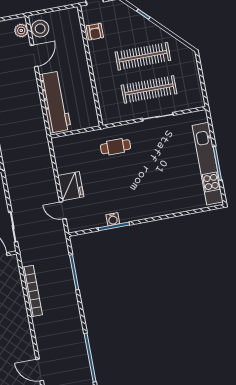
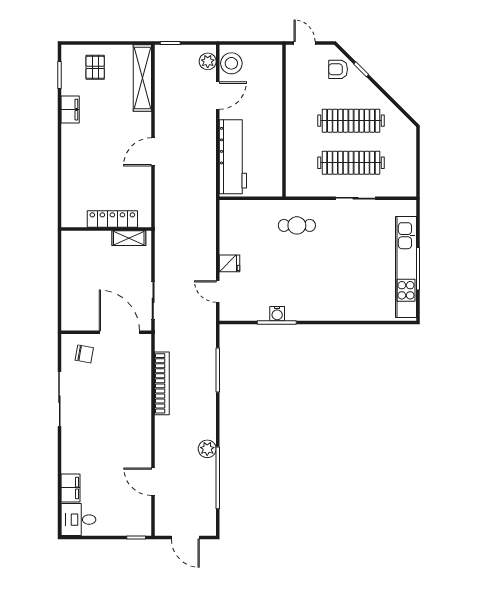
armchair: (95, 32) -> (338, 69), moved, turned 90
fridge: (71, 186) -> (230, 263), width x0.53, depth x0.75
plant: (77, 336) -> (207, 449), added

